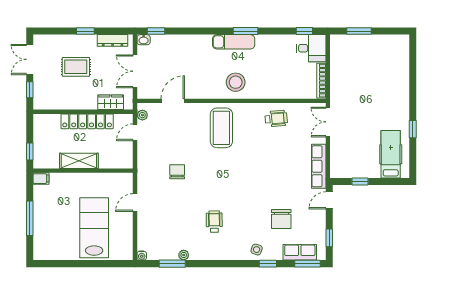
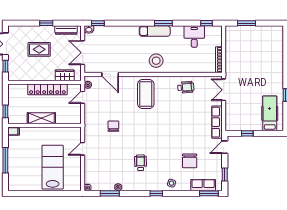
desk: (311, 48) -> (194, 37), moved, turned -90
door: (173, 101) -> (110, 74), swing flipped
window: (268, 264) -> (156, 193), moved

